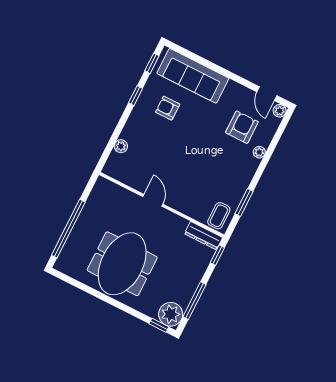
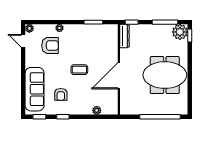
door: (267, 94) -> (23, 41), swing flipped
armchair: (242, 127) -> (50, 46), turned 180
door: (153, 200) -> (119, 76), width x1.87
coffee table: (219, 216) -> (79, 70), moved

